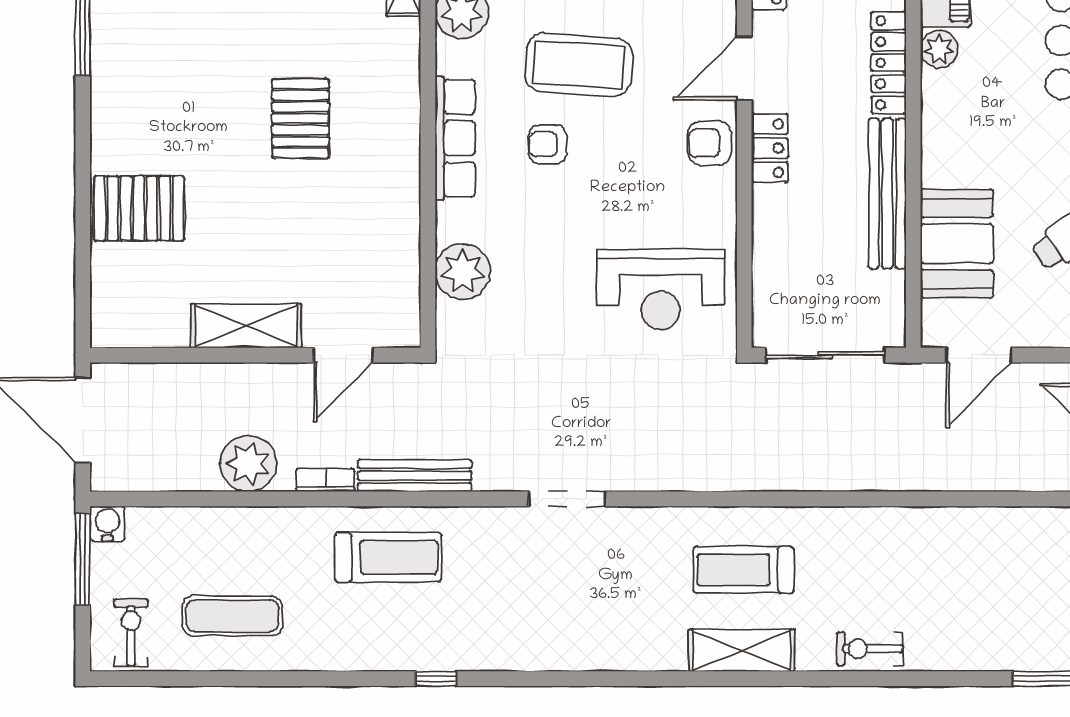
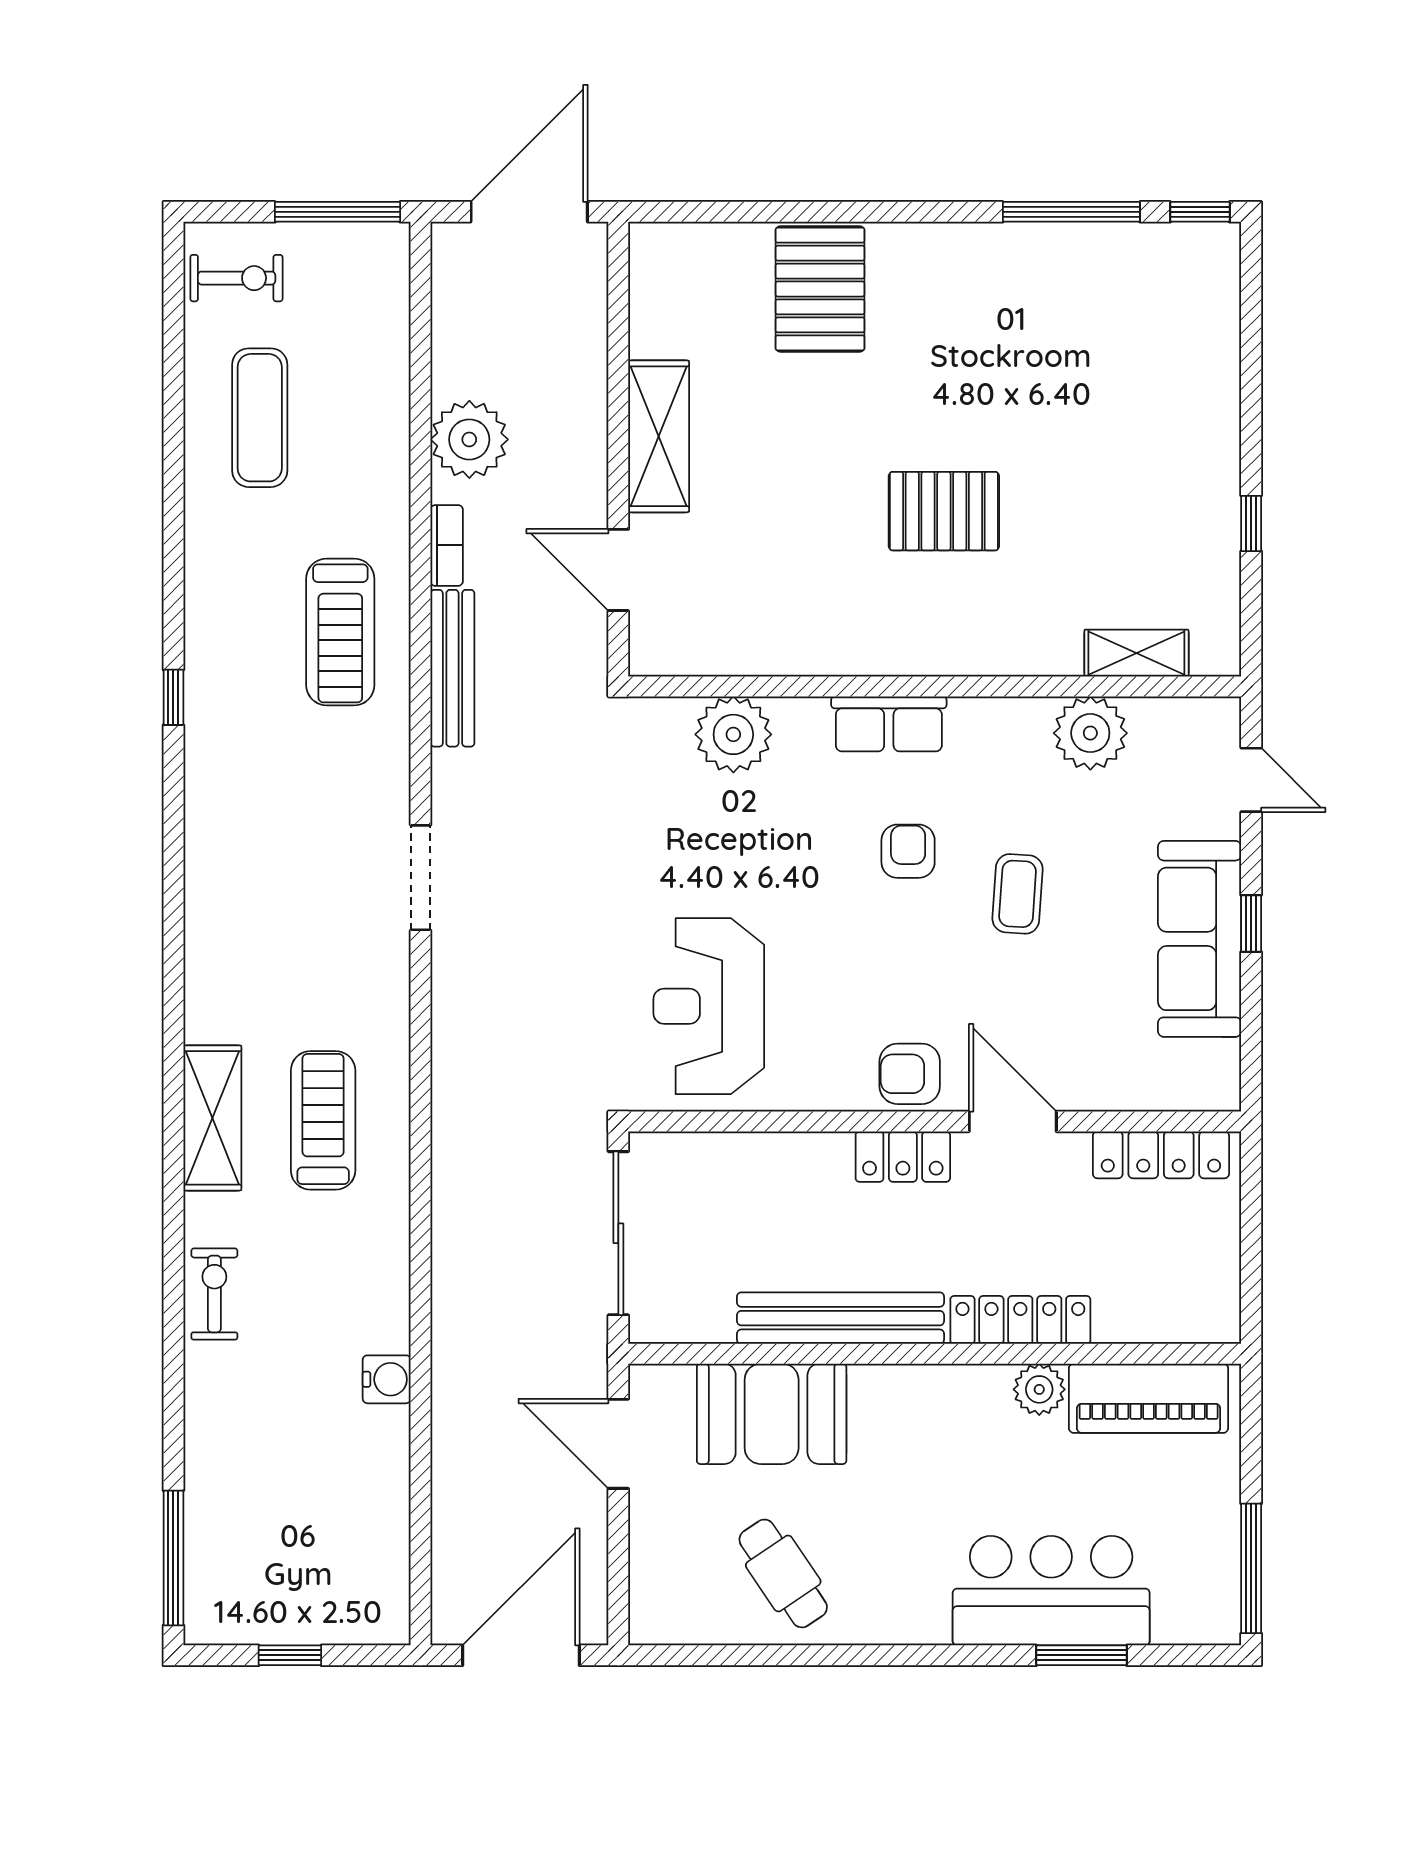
coffee table: (579, 65) -> (1018, 894), width x0.54, depth x0.58
row of seats: (455, 138) -> (889, 724), width x0.68
armchair: (710, 143) -> (910, 1074), turned -90
water cooler: (107, 524) -> (387, 1379), moved

